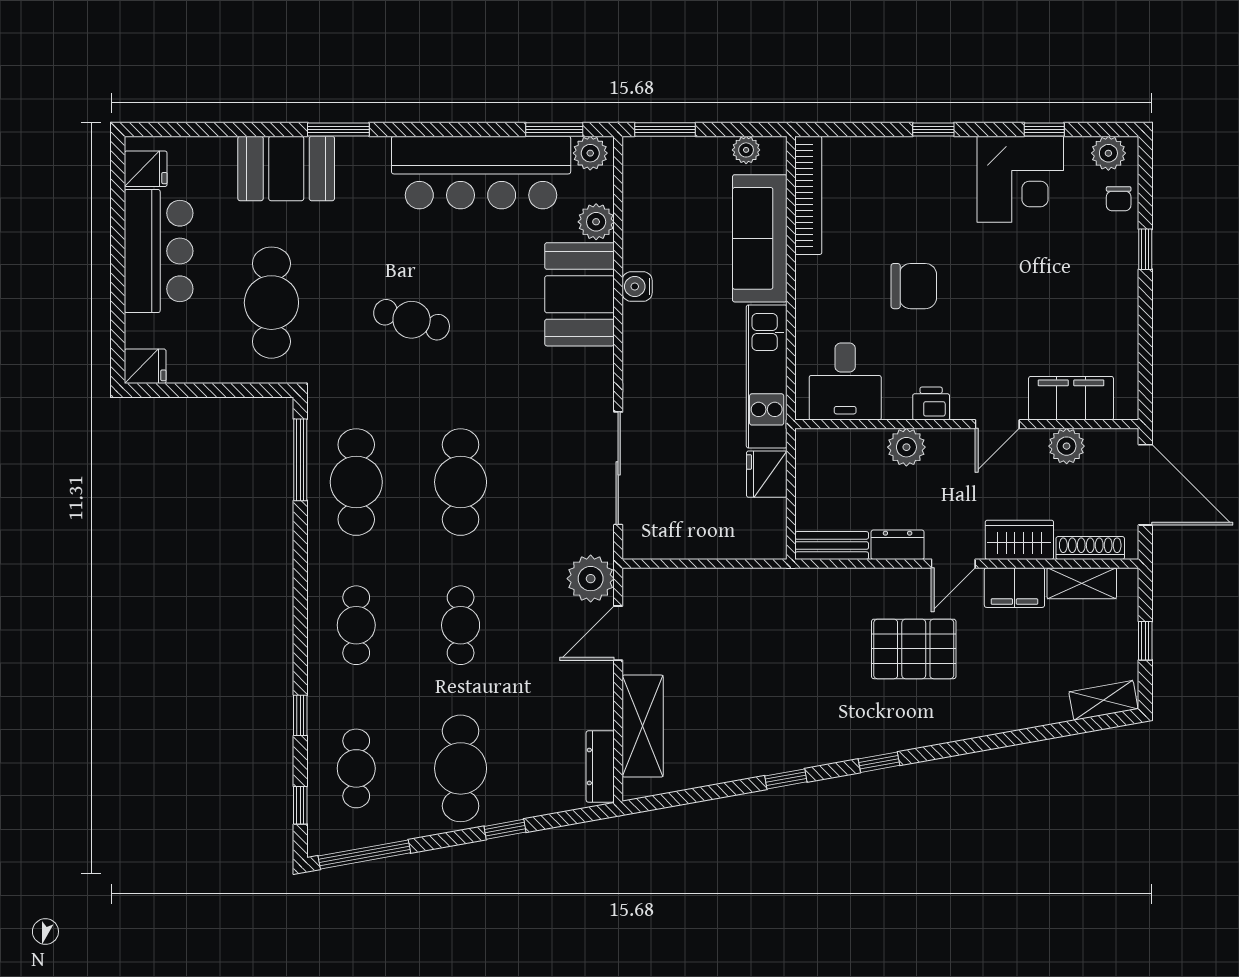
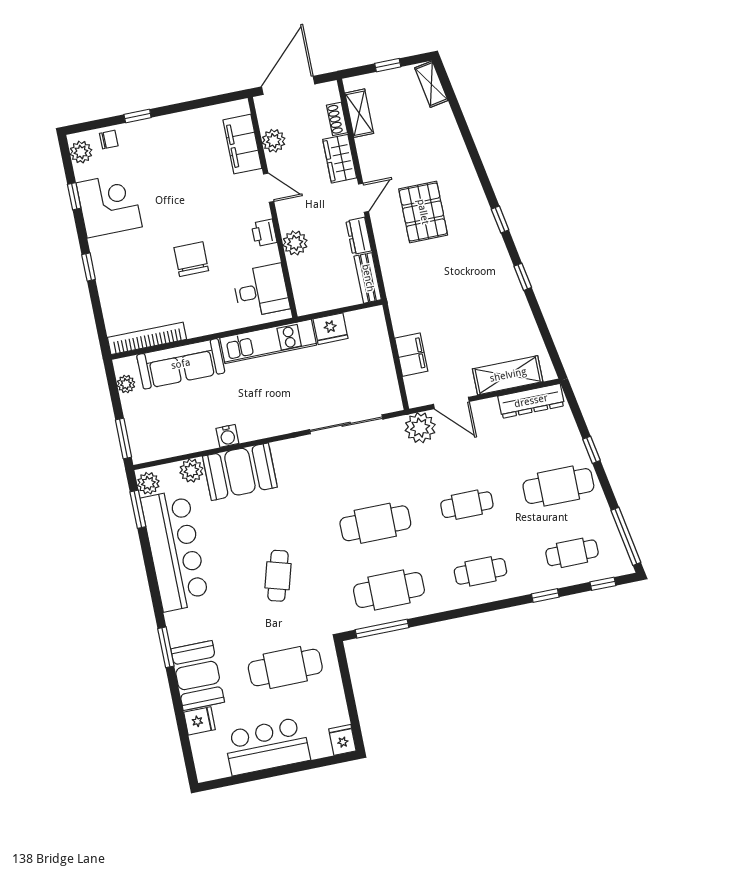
fridge: (146, 169) -> (200, 721), moved, turned 90
shoe rack: (1090, 548) -> (337, 119), width x0.70
door: (953, 564) -> (363, 198), hinge flipped
filing cabinet: (1014, 588) -> (411, 355), moved
dresser: (600, 766) -> (531, 401), width x1.37, depth x1.24

